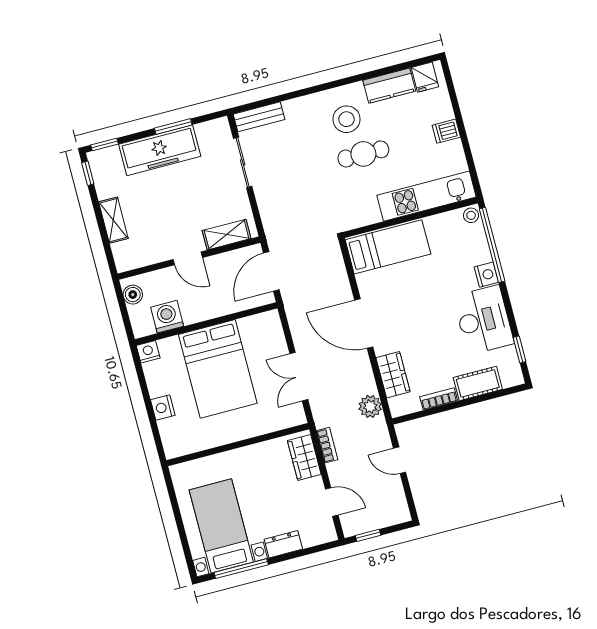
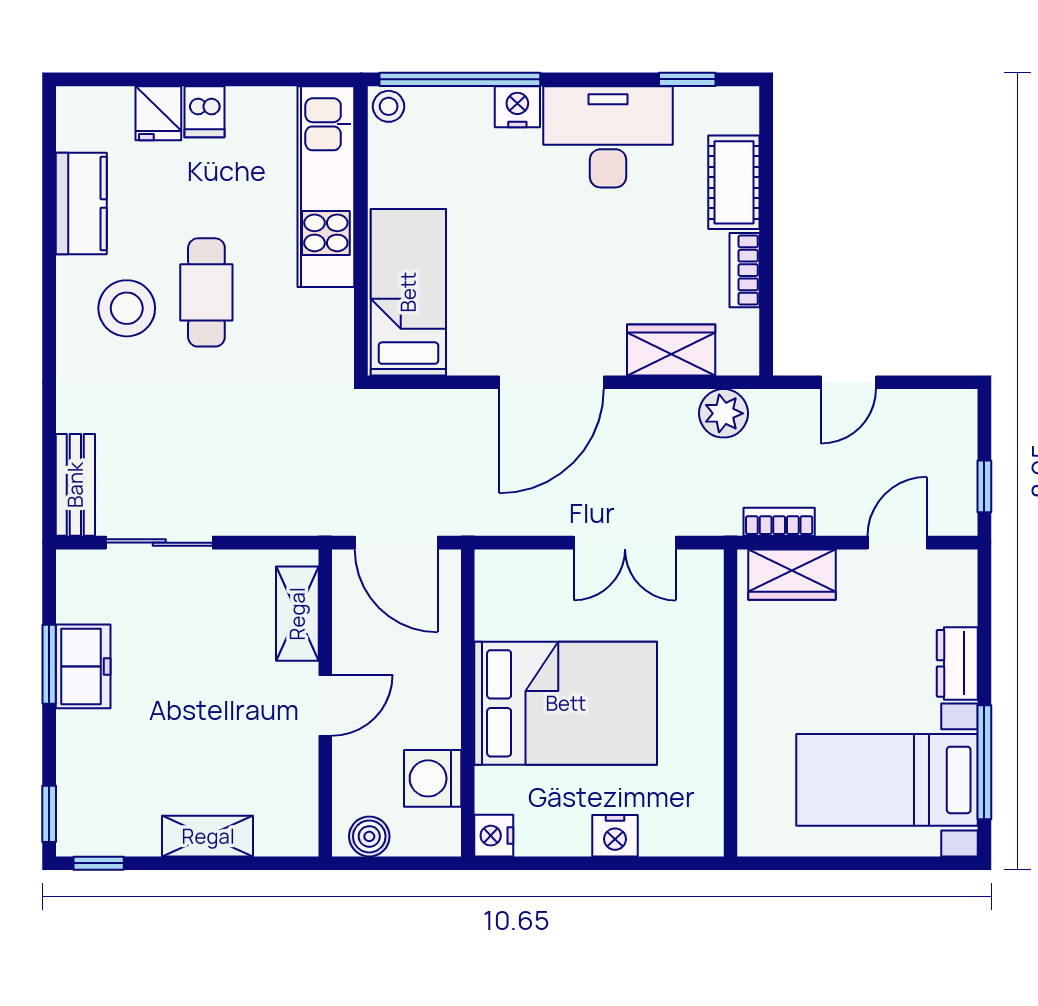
fridge: (425, 77) -> (158, 113), moved, turned 90
freezer: (160, 150) -> (83, 666), width x0.52, depth x0.79

